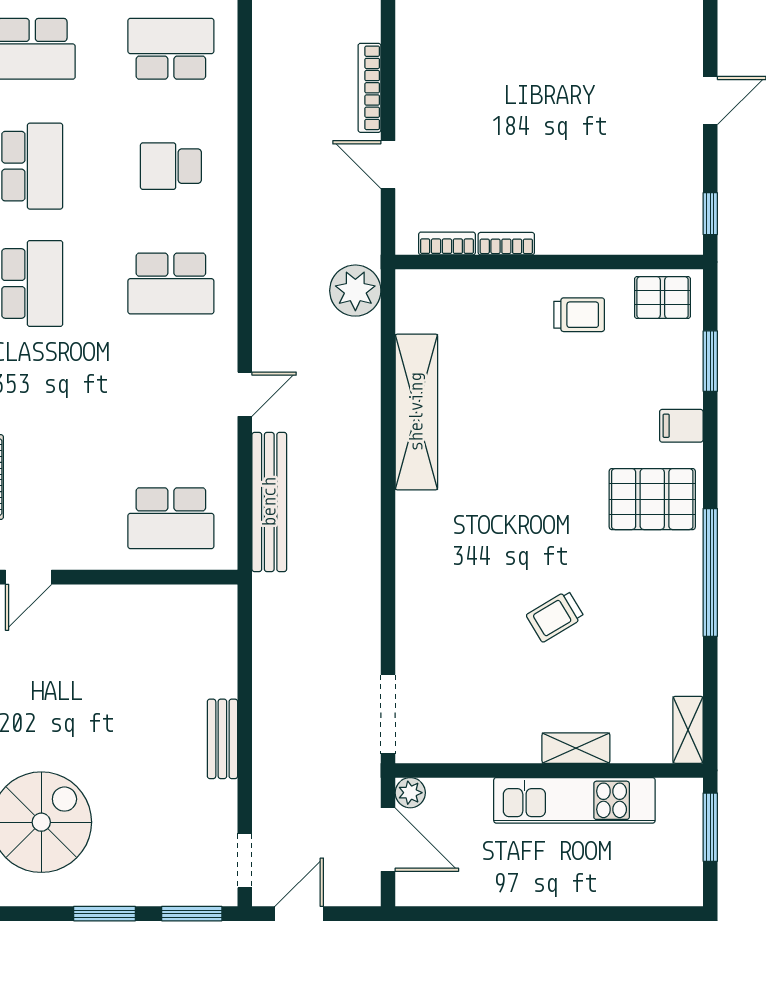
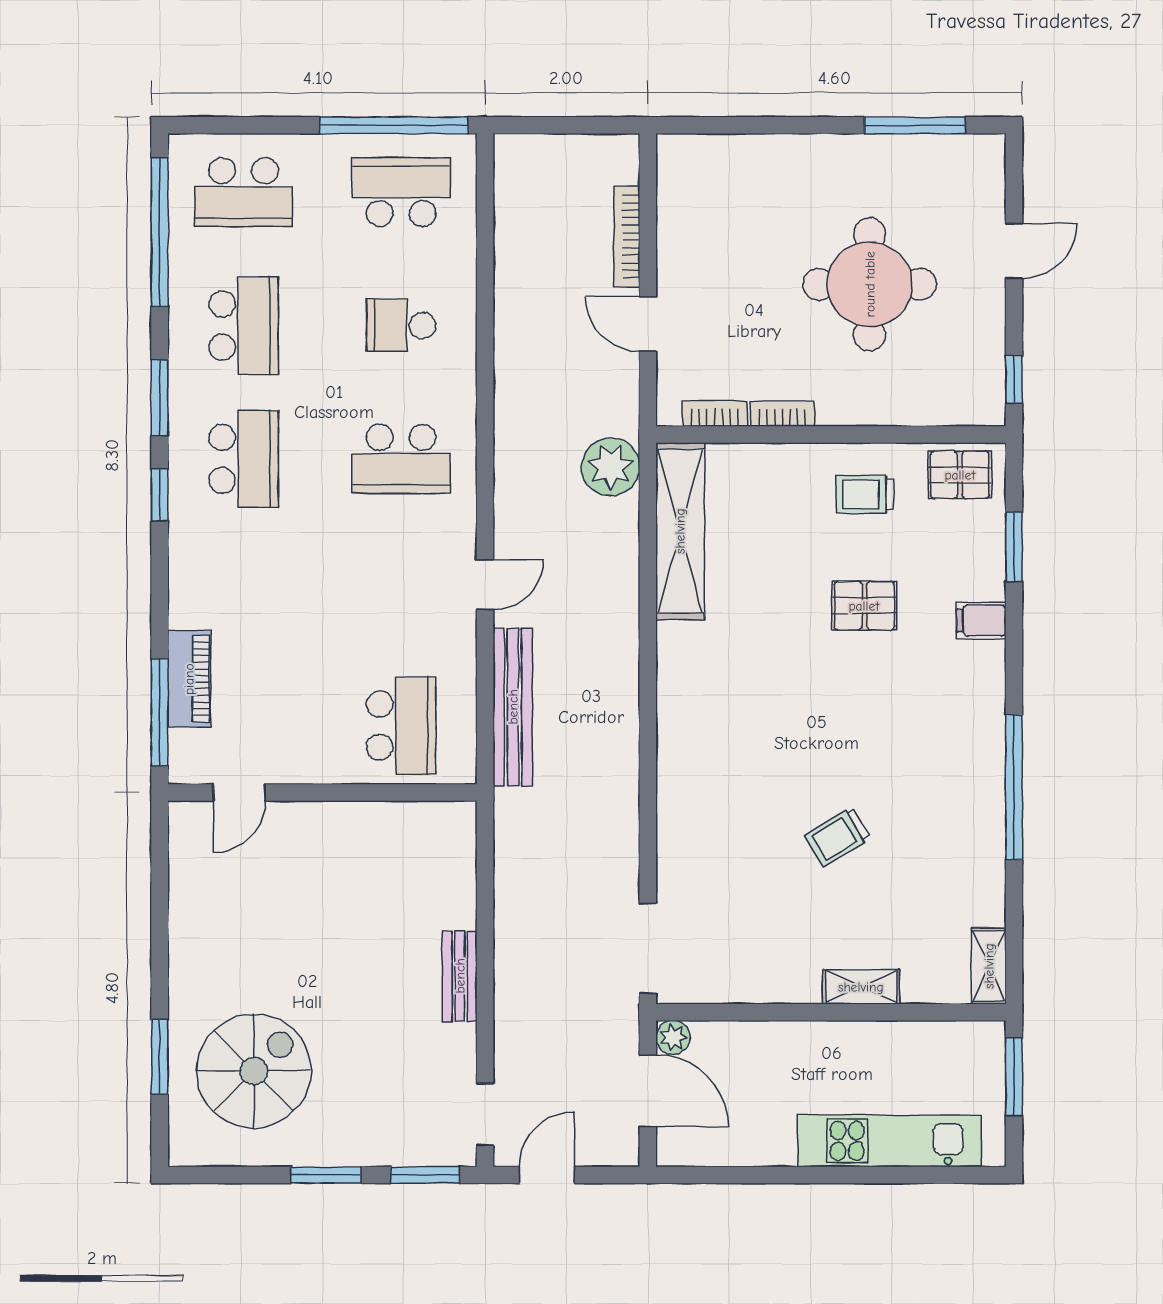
round table: (583, 130) -> (870, 284), added
trolley: (579, 315) -> (865, 494), turned 180
shelving: (416, 412) -> (680, 531), moved
pallet: (652, 499) -> (864, 606), moved, width x0.67, depth x0.71
school desk: (171, 518) -> (401, 726), turned -90
kitchen unit: (574, 800) -> (889, 1141), moved, turned 180

